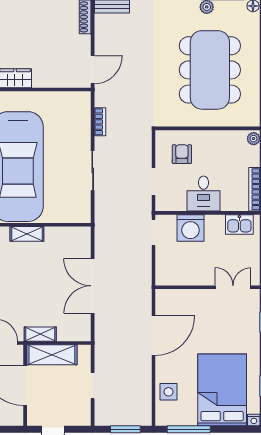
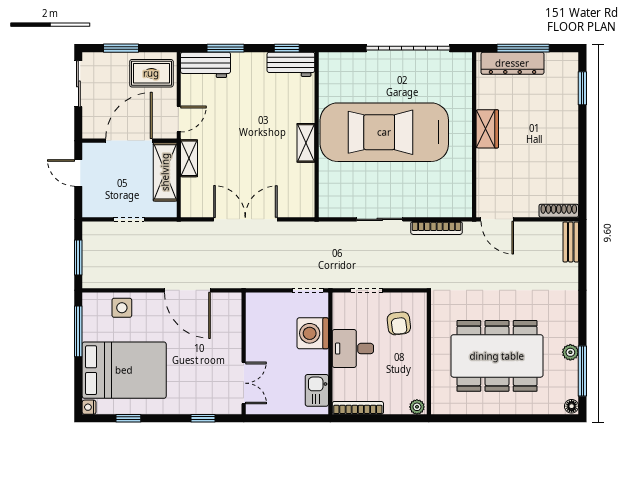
bookcase: (100, 122) -> (437, 228), width x1.56
armchair: (182, 154) -> (399, 323), turned 83

